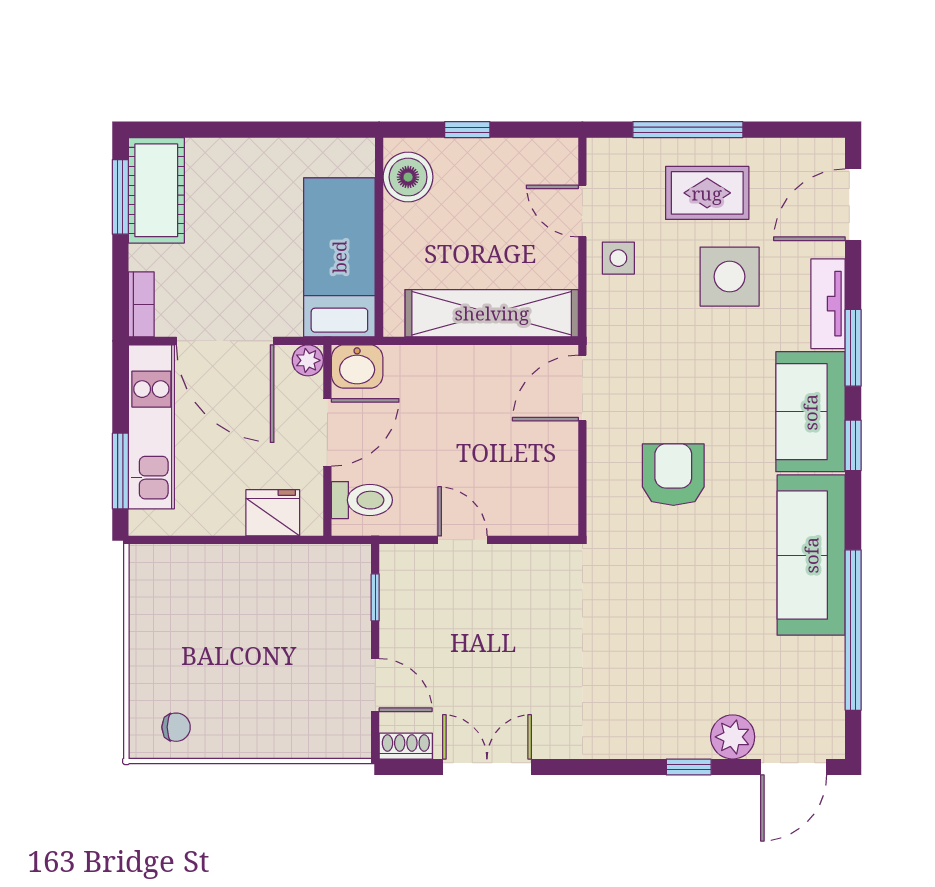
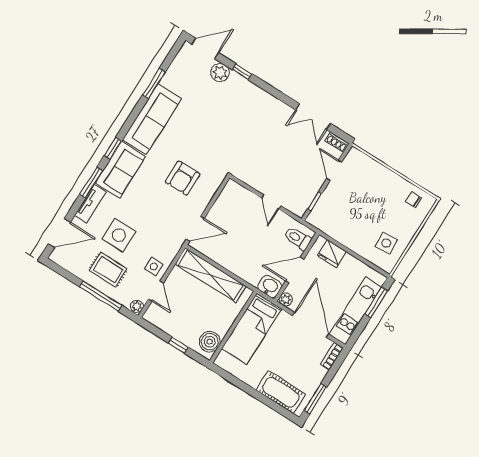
plant: (601, 155) -> (137, 306), added
cot: (156, 190) -> (281, 392), moved, turned 90
side table: (176, 604) -> (386, 243), added
window: (853, 630) -> (154, 83), width x0.47

